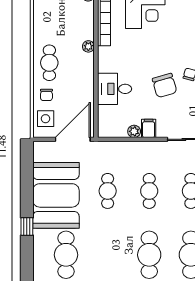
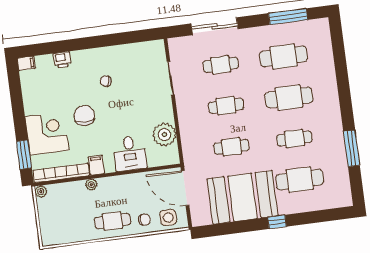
chair: (165, 86) -> (84, 116), moved, turned -74
filing cabinet: (149, 128) -> (96, 165), moved, turned 90
plant: (134, 131) -> (164, 135), width x1.88, depth x1.88
cafe table: (108, 255) -> (294, 139), added

